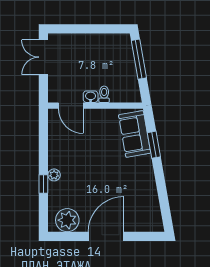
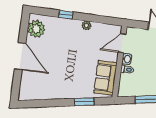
sofa: (135, 134) -> (105, 78), moved, turned -80
plant: (54, 175) -> (86, 26), moved

